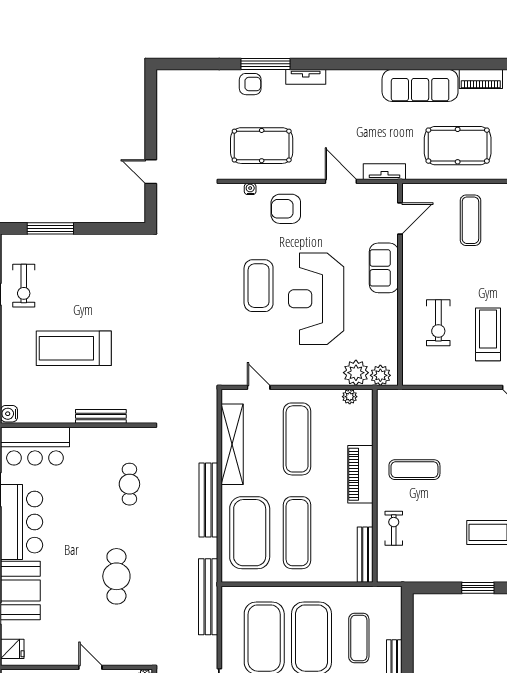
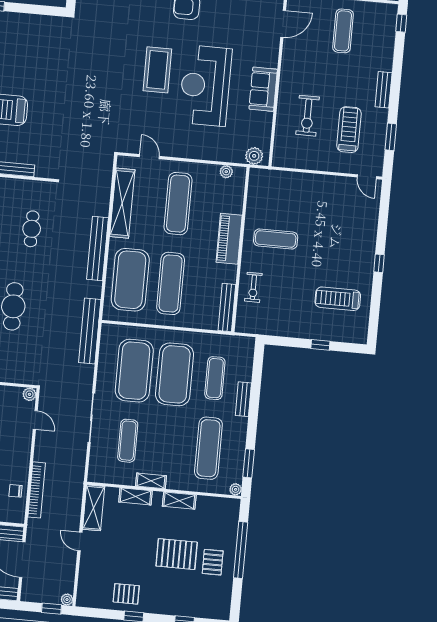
sofa: (384, 268) -> (263, 89), moved
plant: (356, 373) -> (233, 152), removed
exercise bike: (394, 528) -> (253, 287), turned 180
window: (478, 588) -> (320, 345), width x0.67

